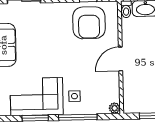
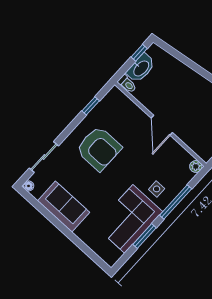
armchair: (89, 23) -> (99, 149), moved

